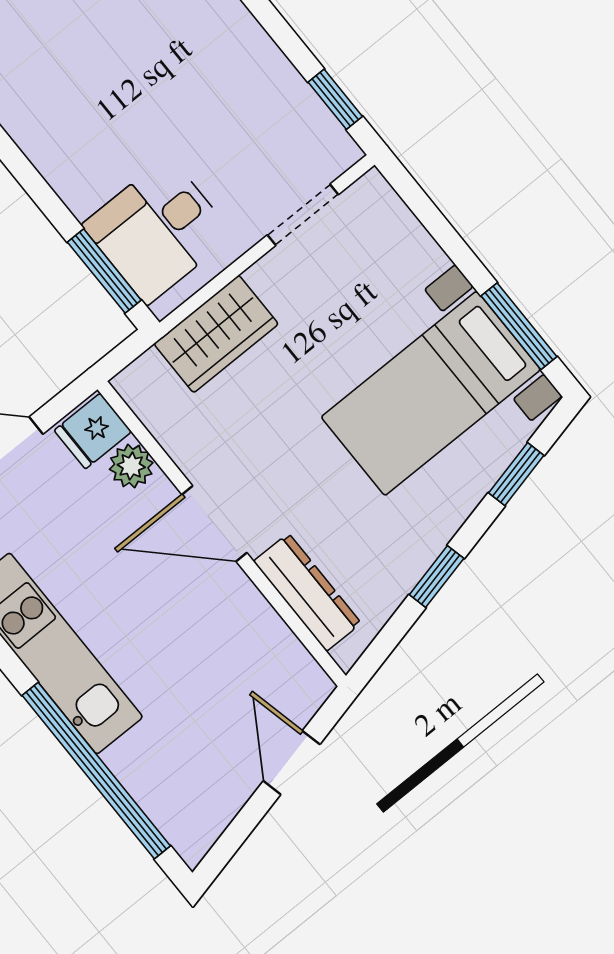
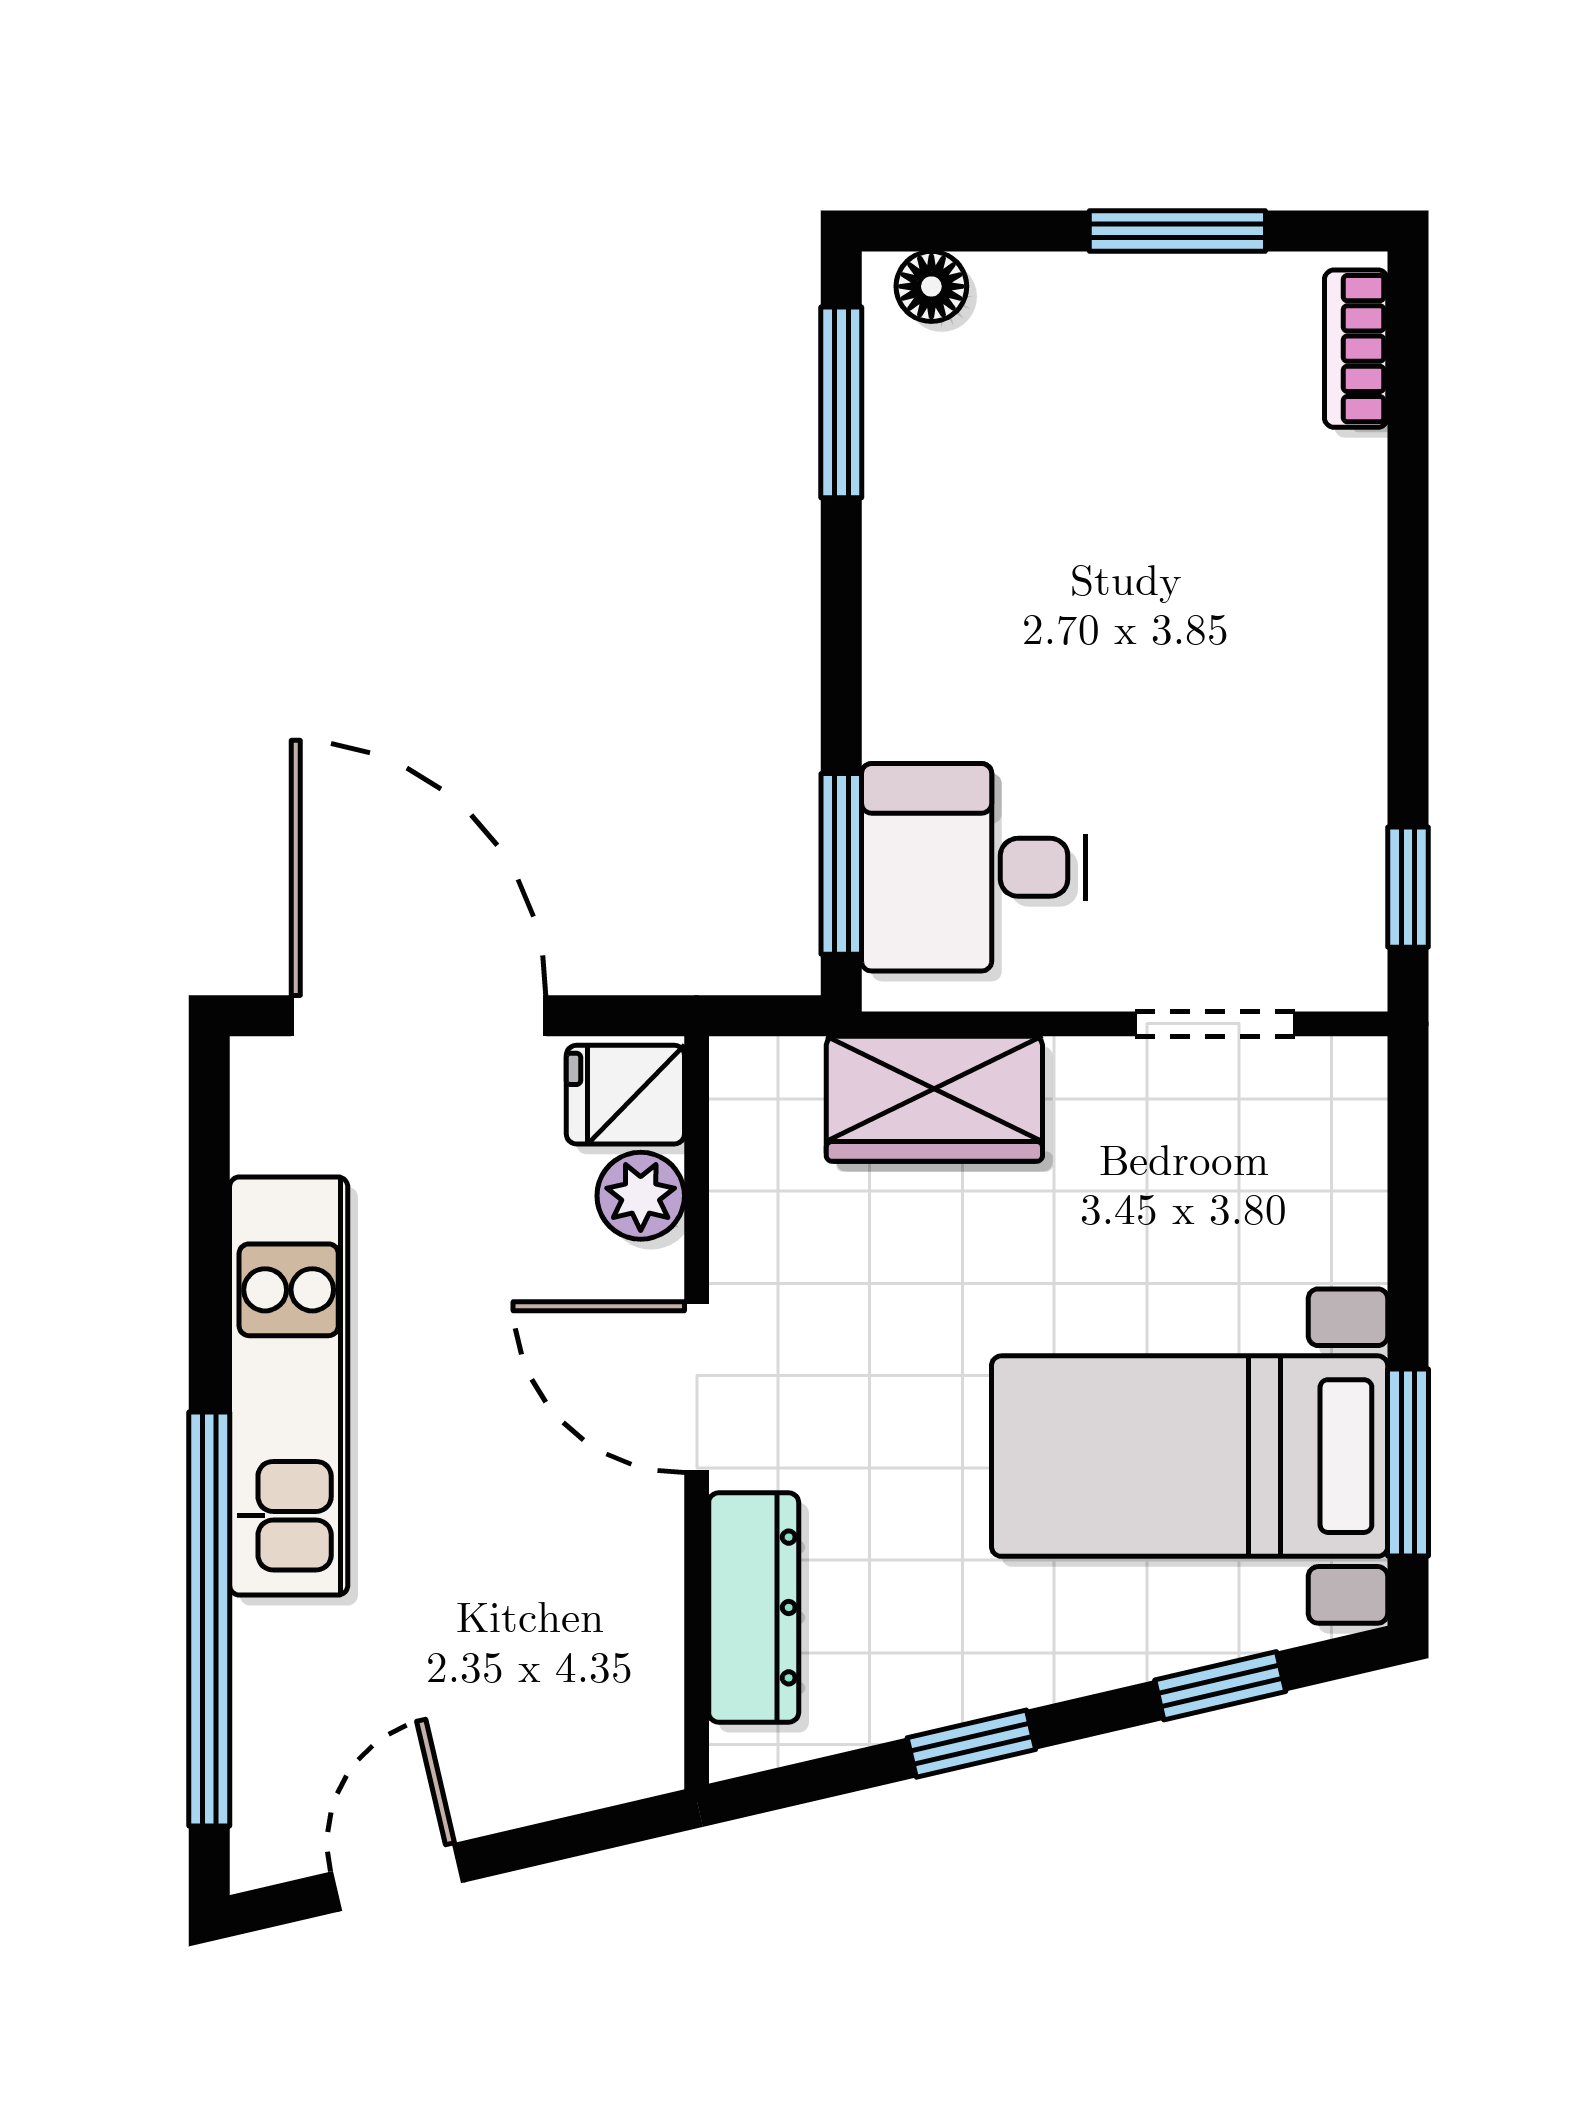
door: (292, 763) -> (397, 1877), moved

